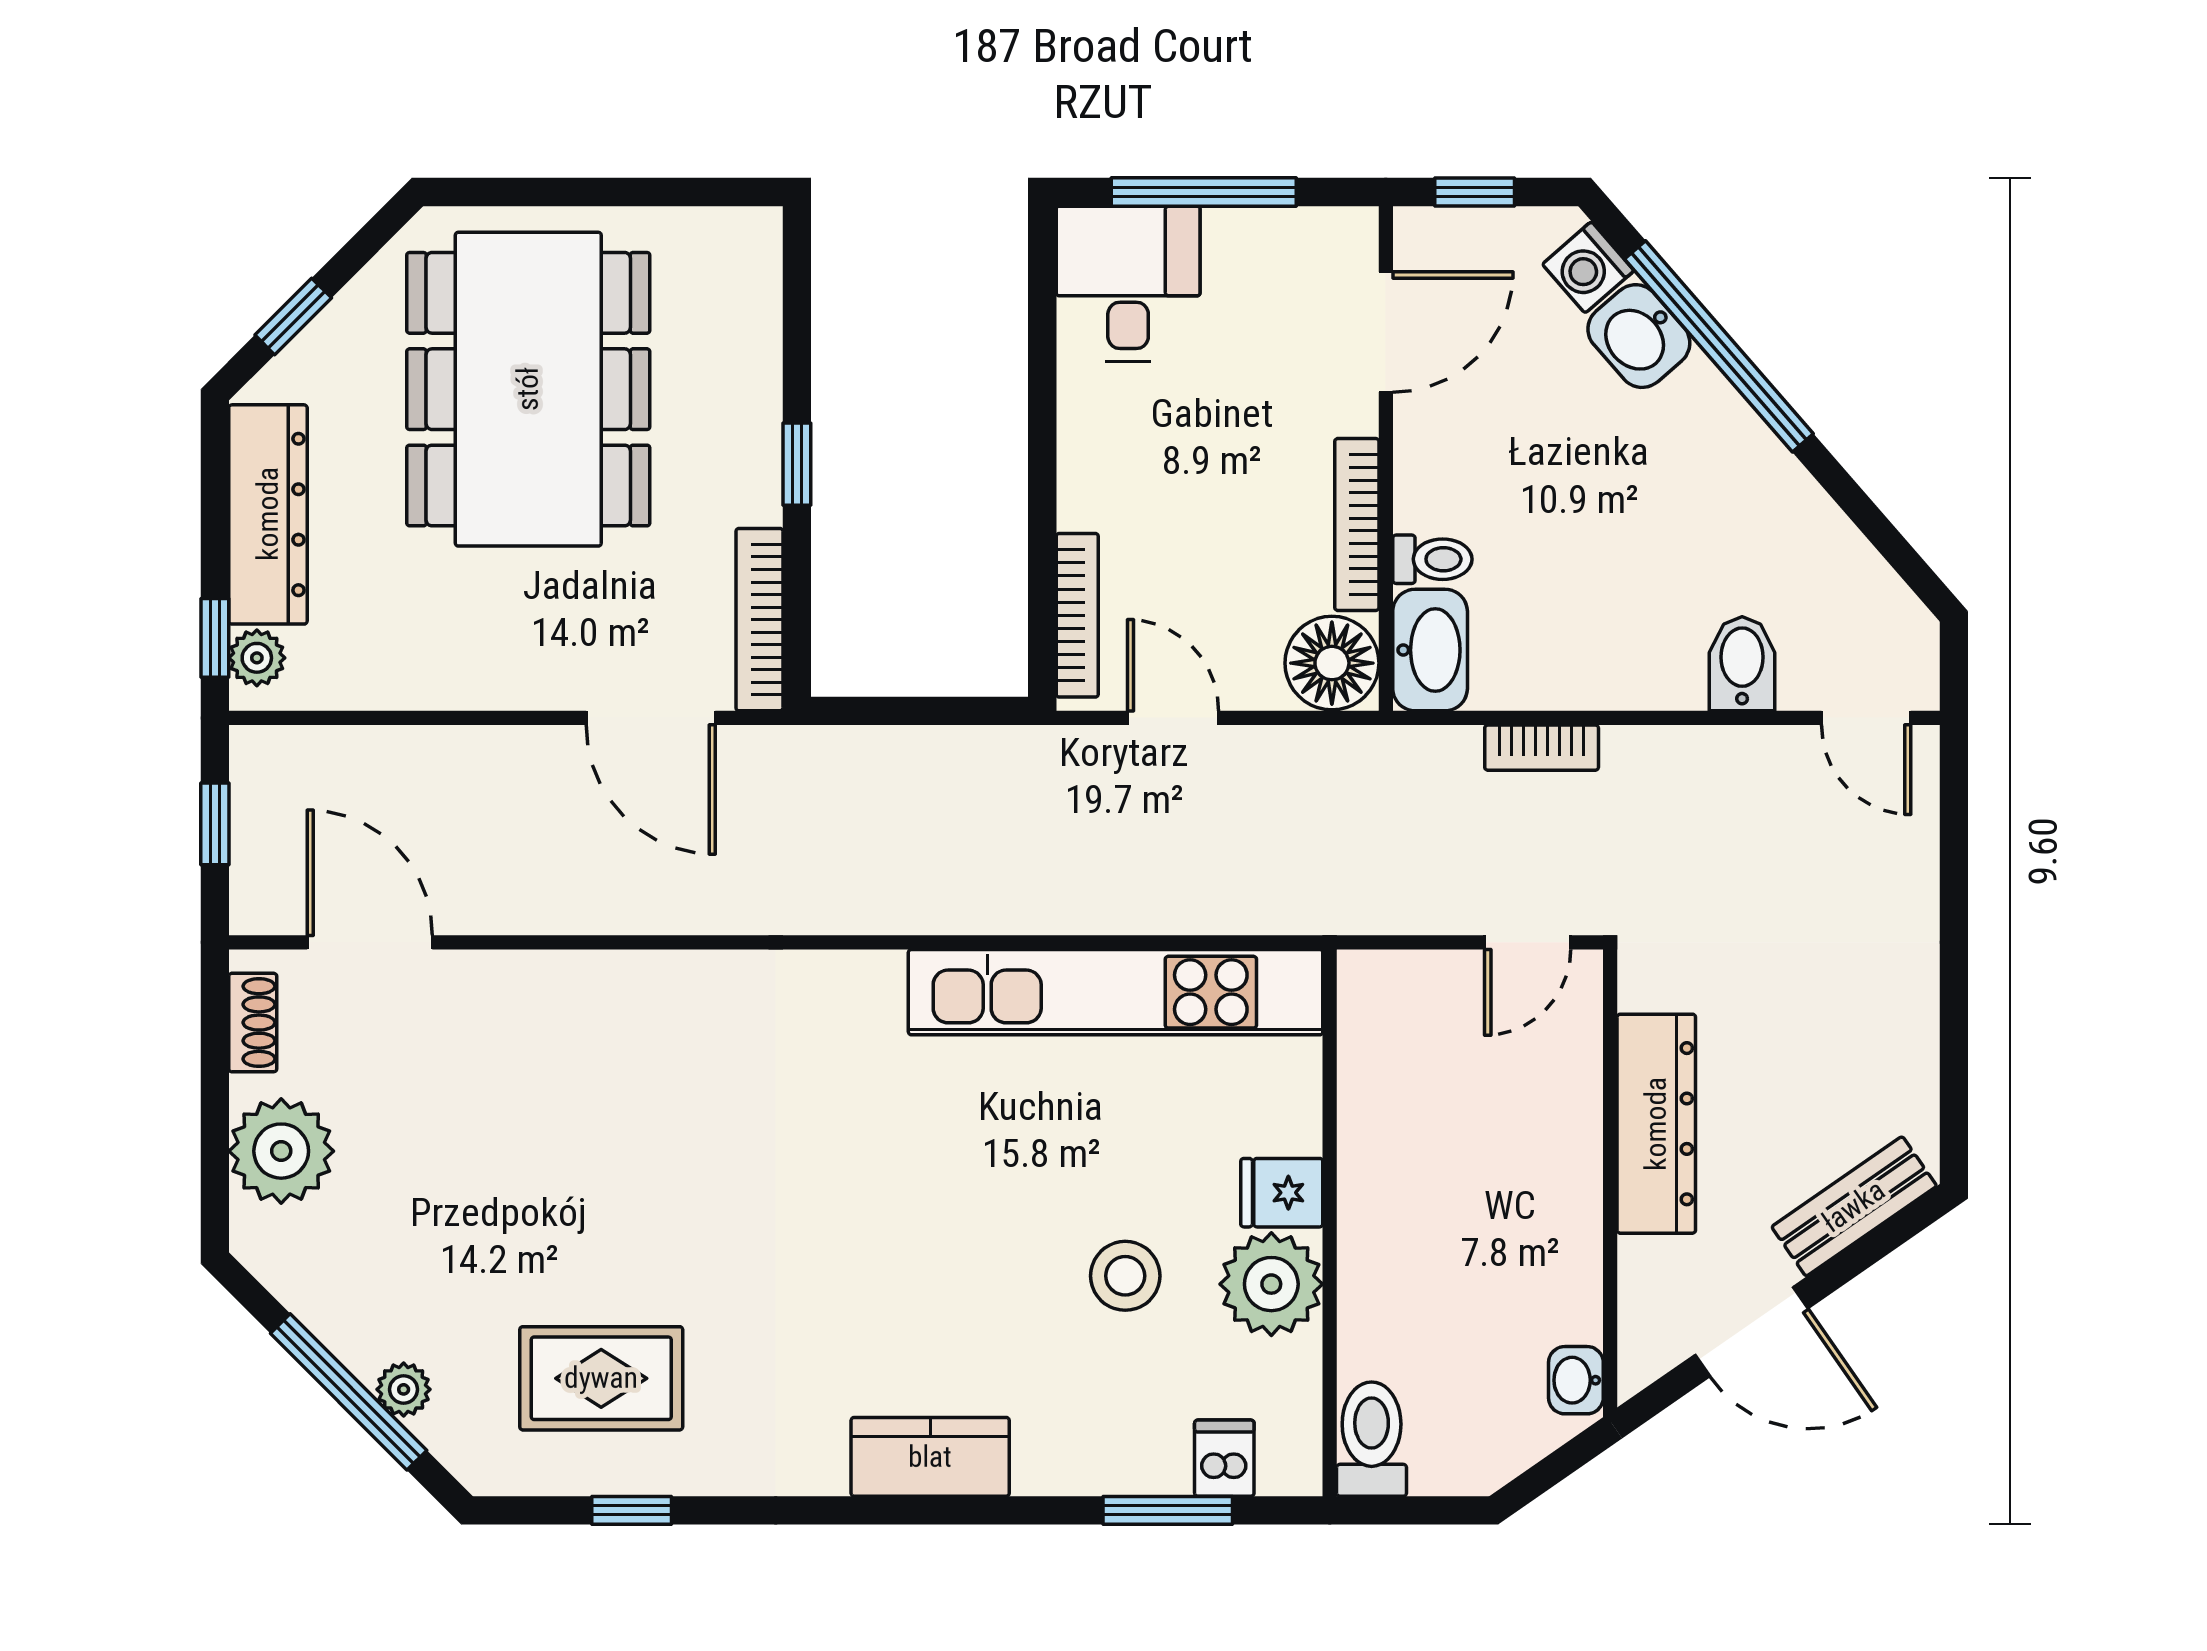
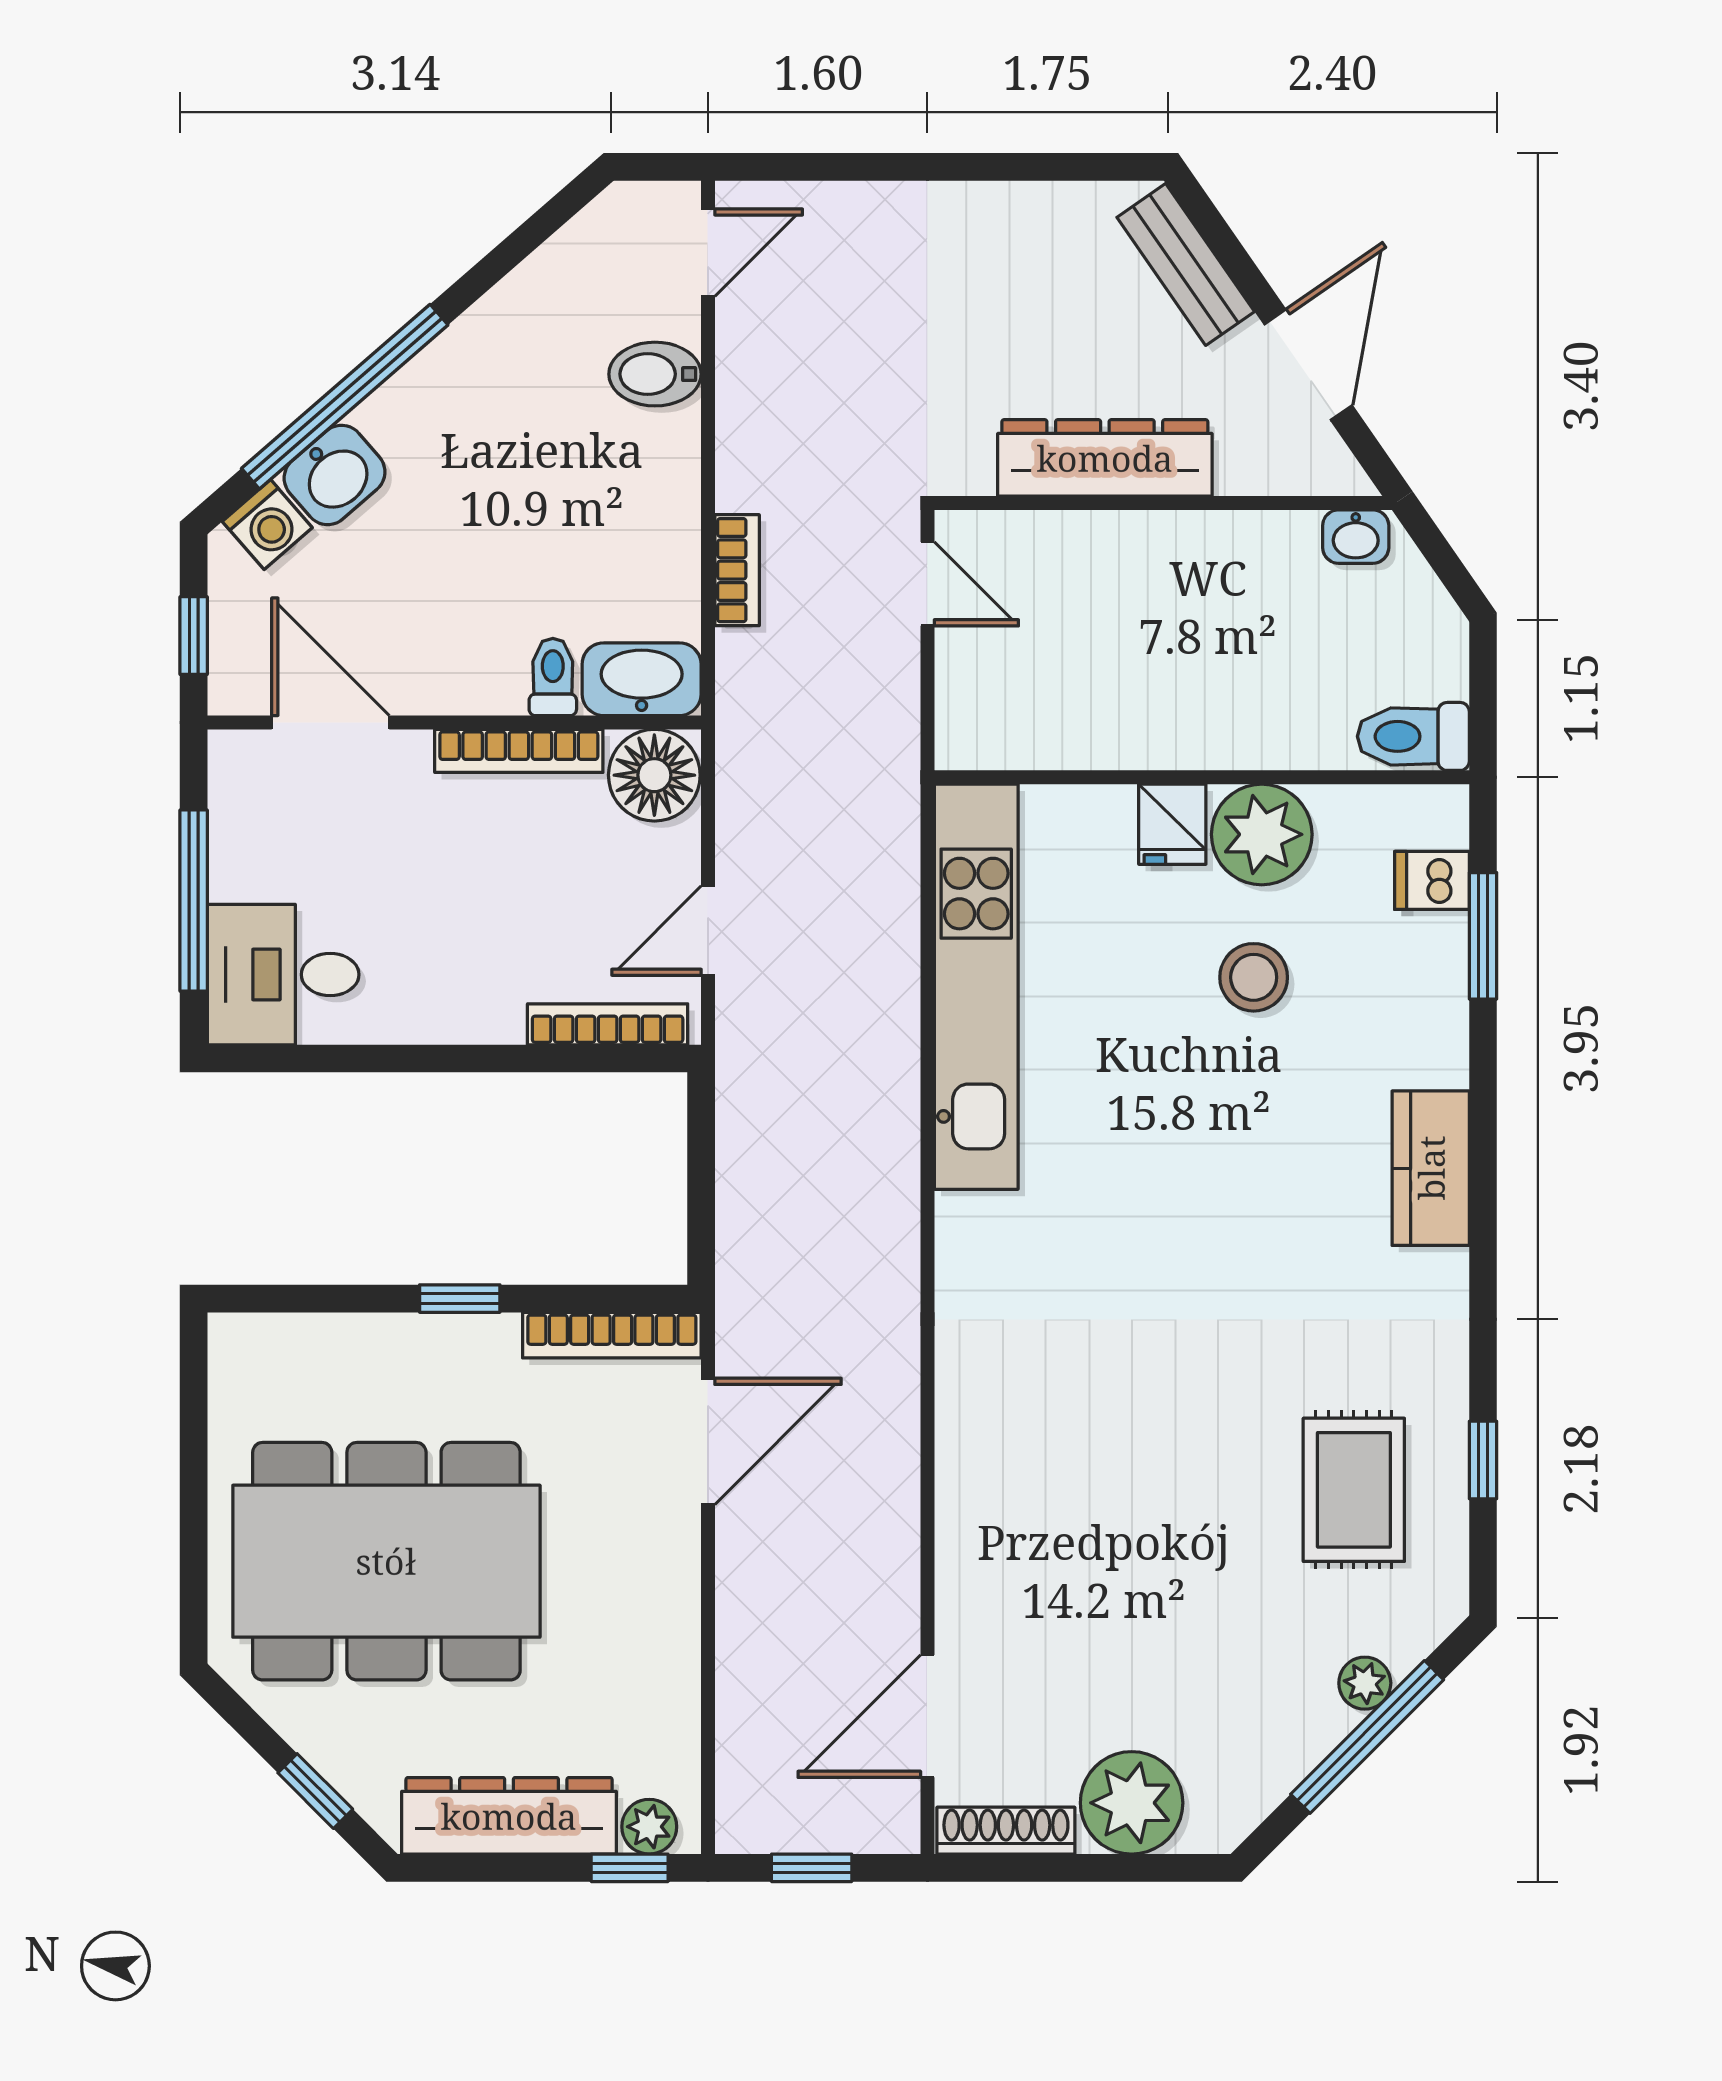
shoe rack: (253, 1023) -> (1006, 1831), width x1.43

